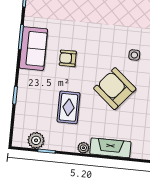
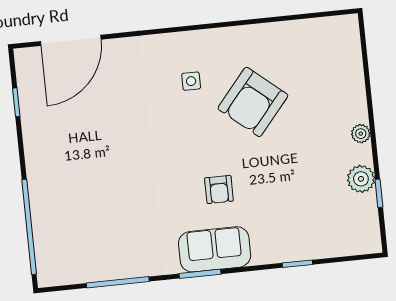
rug: (69, 107) -> (299, 172), removed
plant: (36, 140) -> (361, 179), moved
fireplace: (110, 148) -> (352, 89), removed

